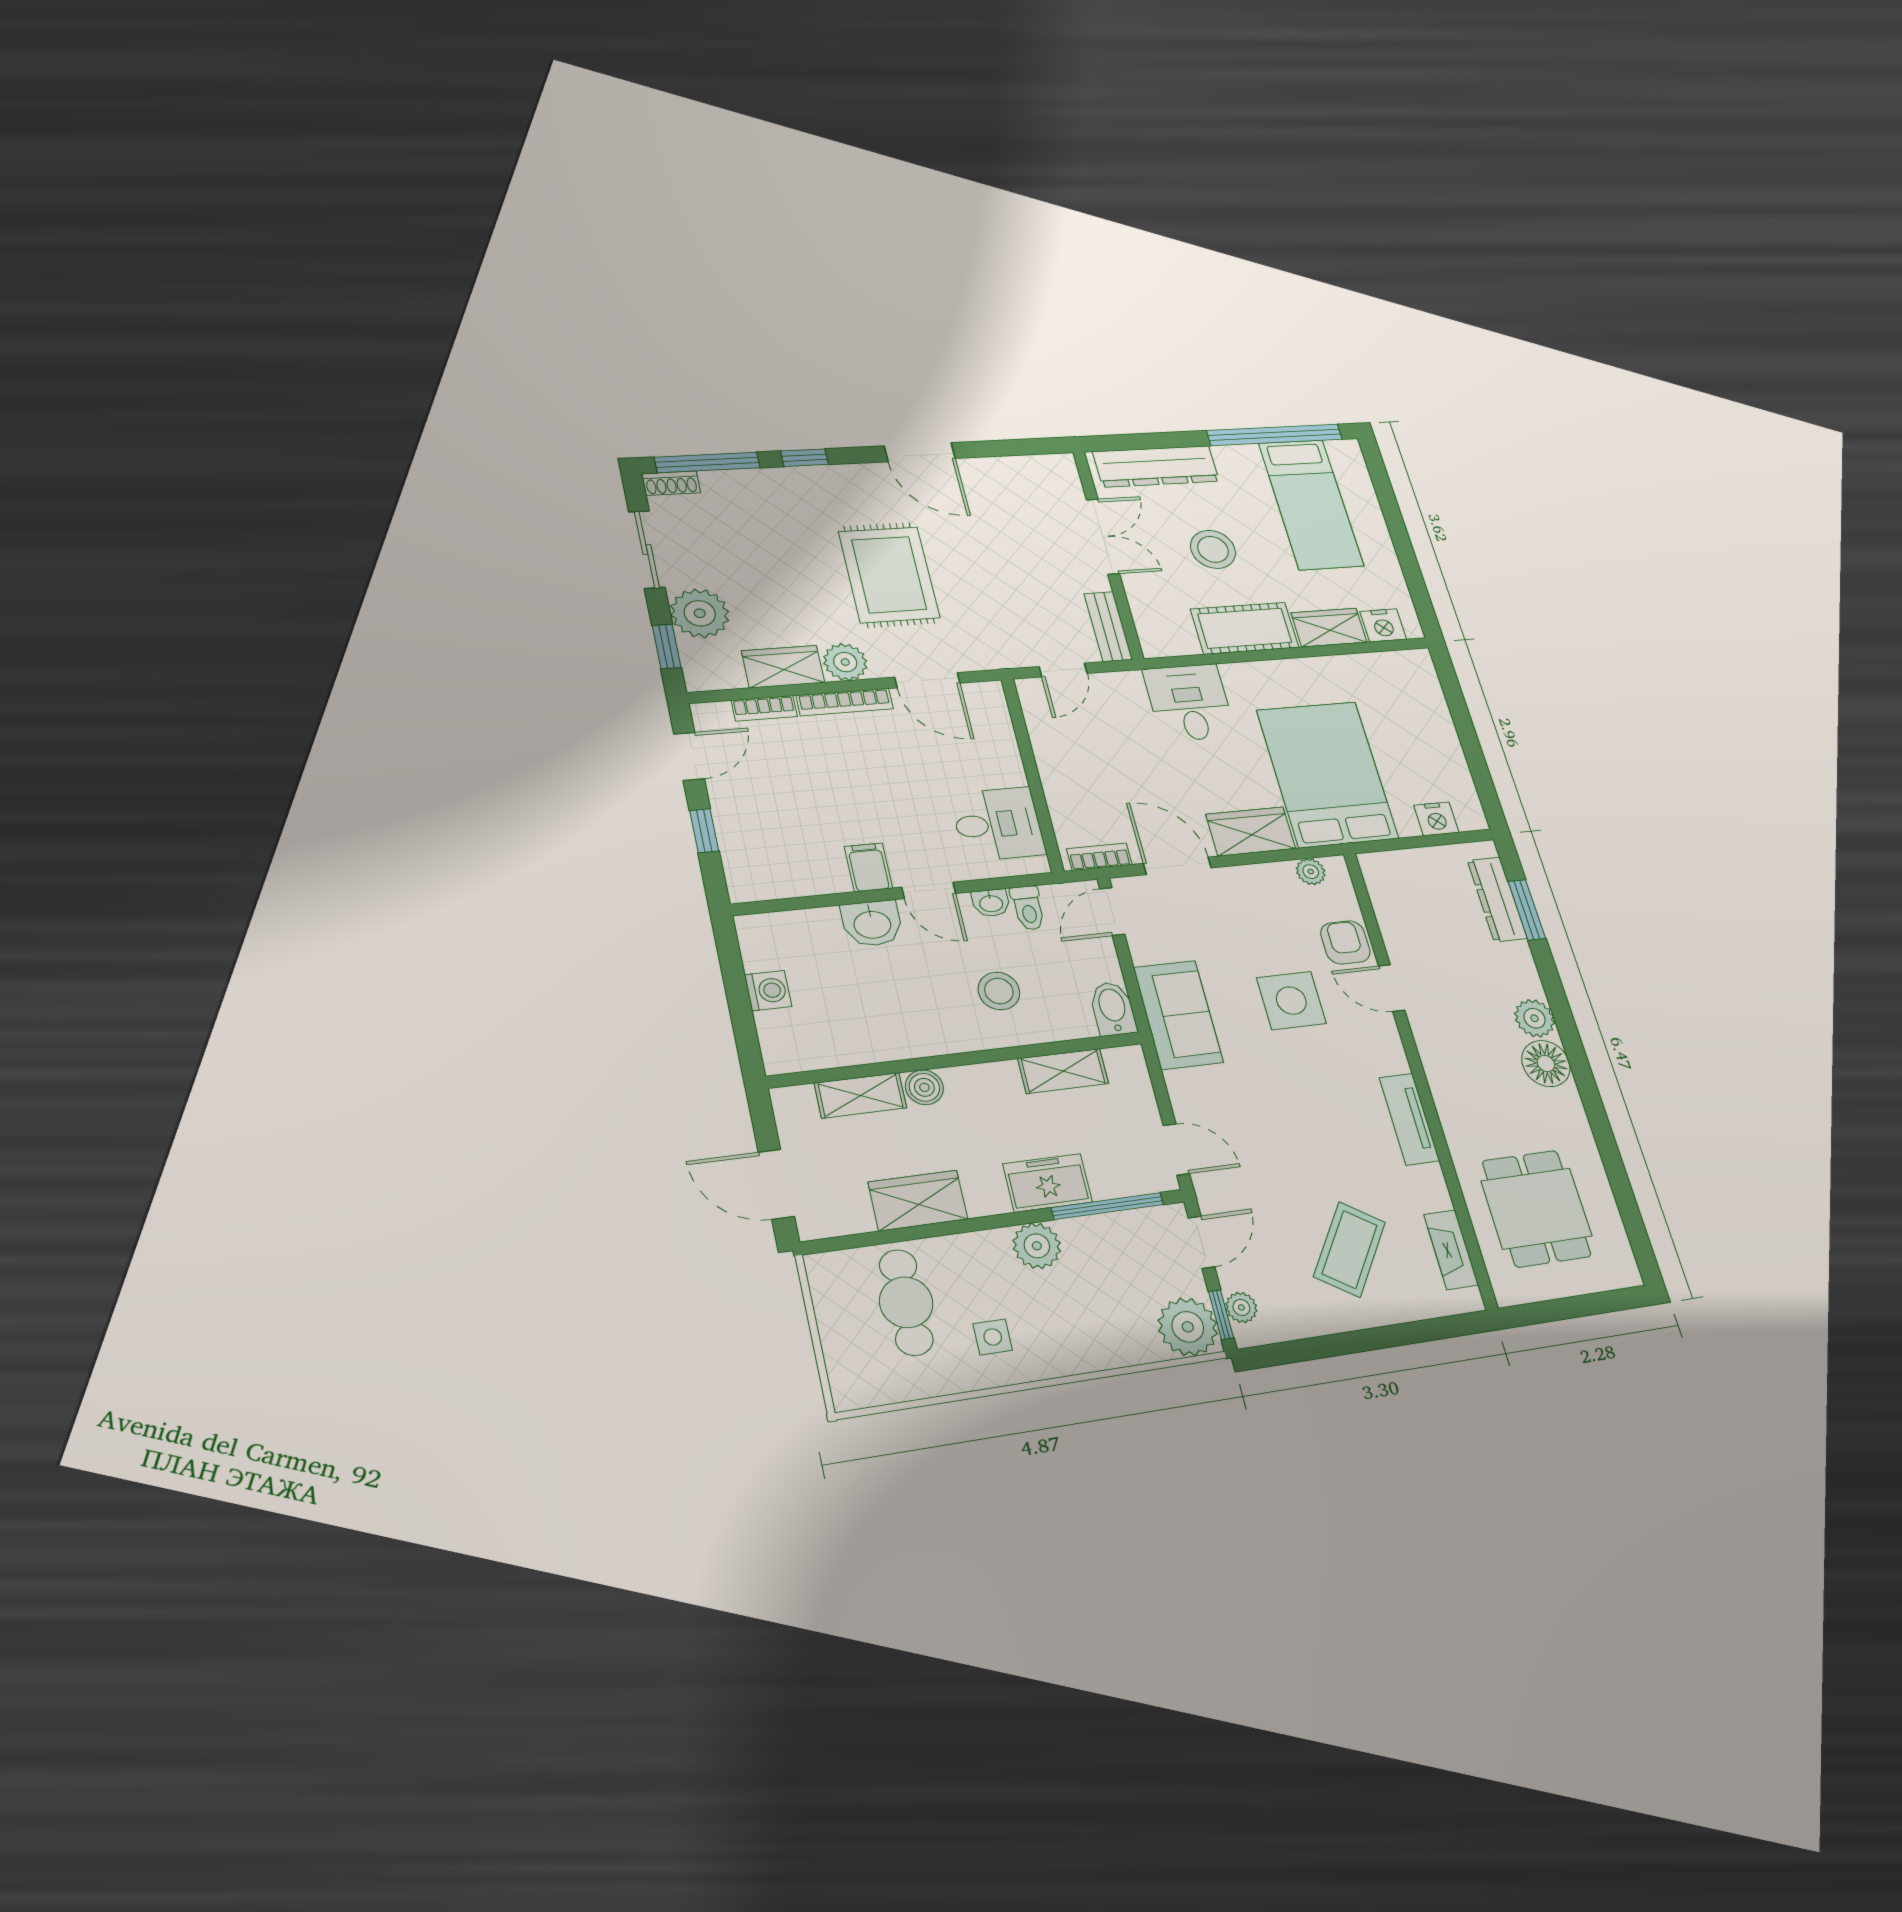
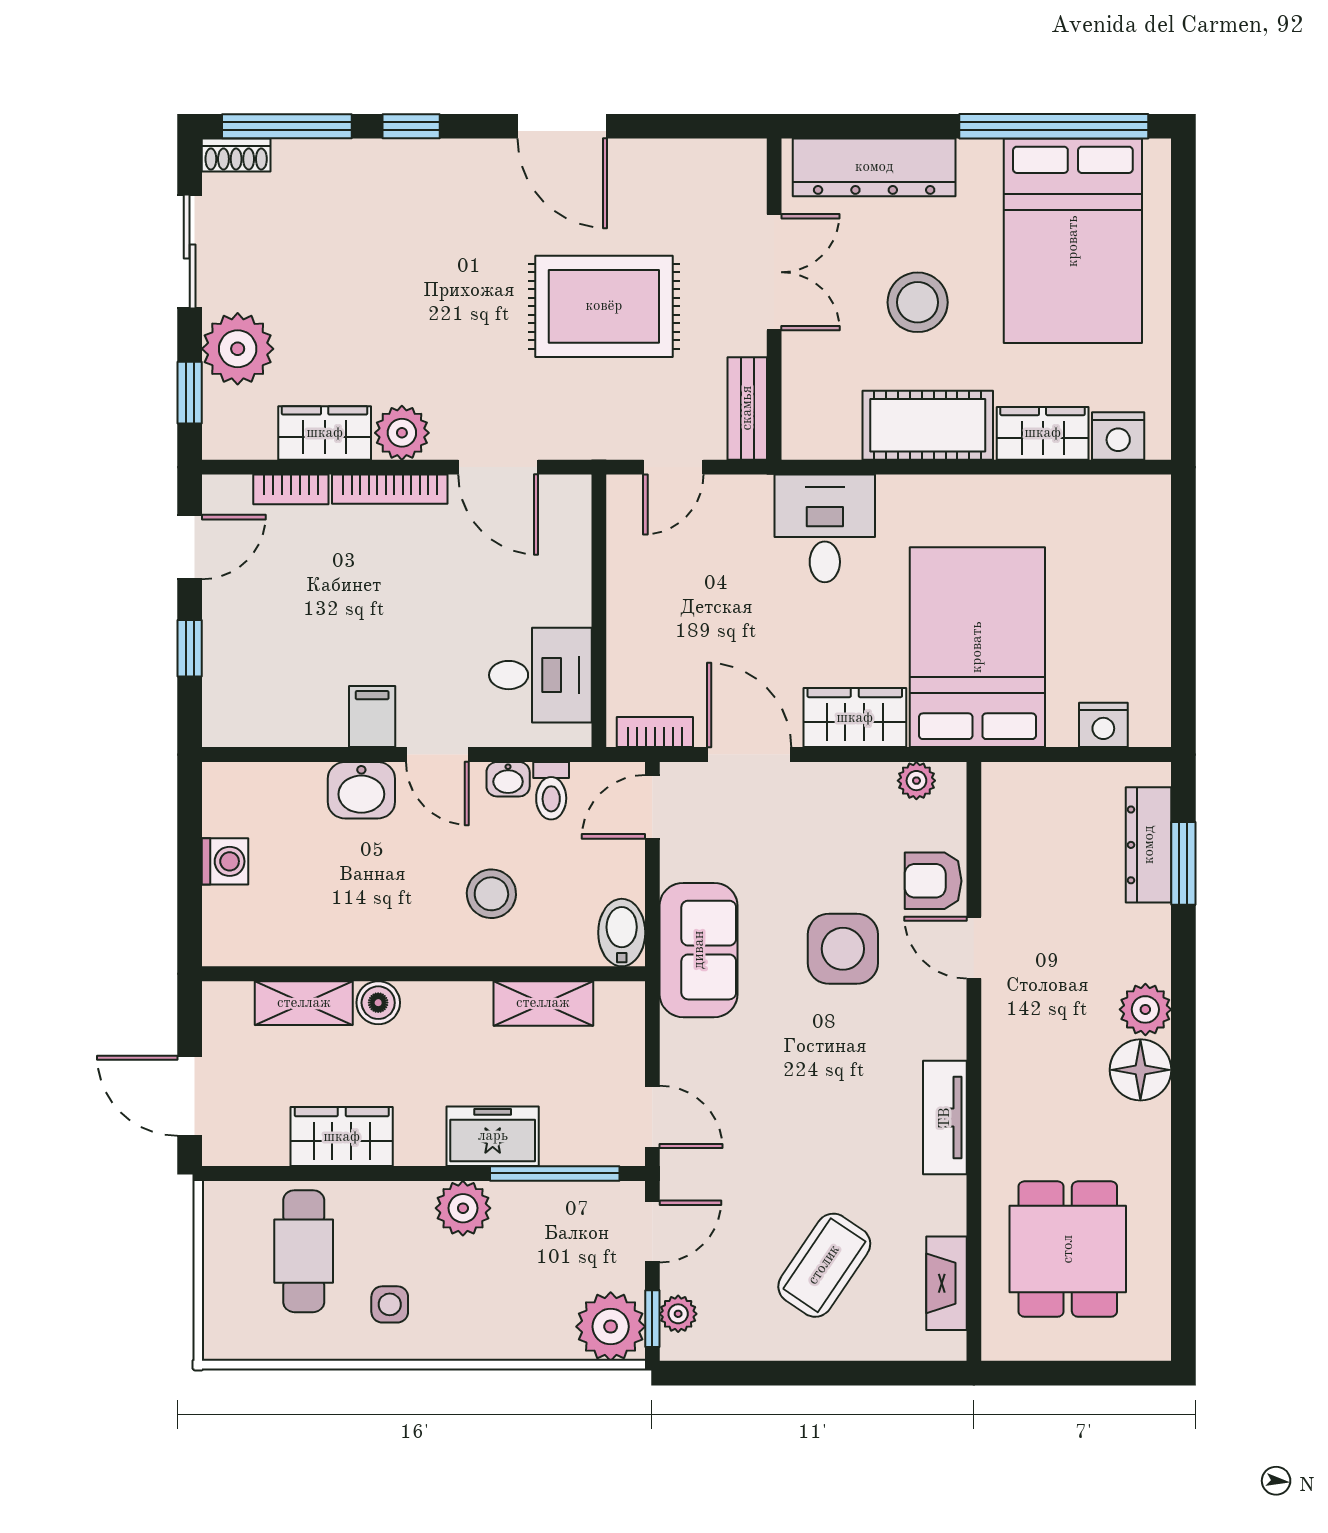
bed: (1311, 504) -> (1073, 241), width x1.50
rug: (889, 575) -> (604, 306), moved, turned 90
armchair: (1345, 942) -> (933, 881), turned -90

